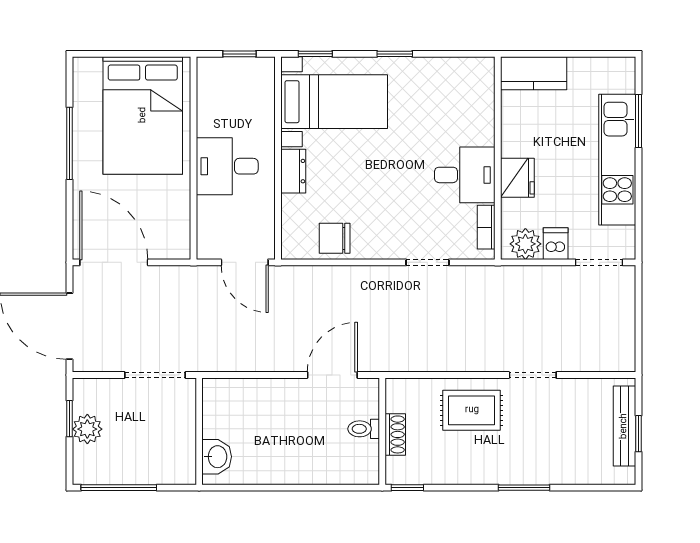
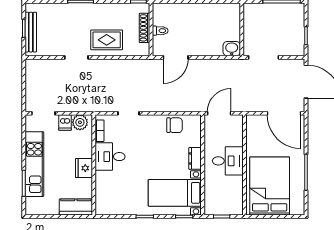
fridge: (517, 178) -> (84, 168), moved
door: (245, 262) -> (219, 113), hinge flipped
plant: (87, 429) -> (297, 31), removed
shoe rack: (395, 434) -> (144, 28), width x1.43
washbasin: (217, 457) -> (232, 49), moved, turned 90

